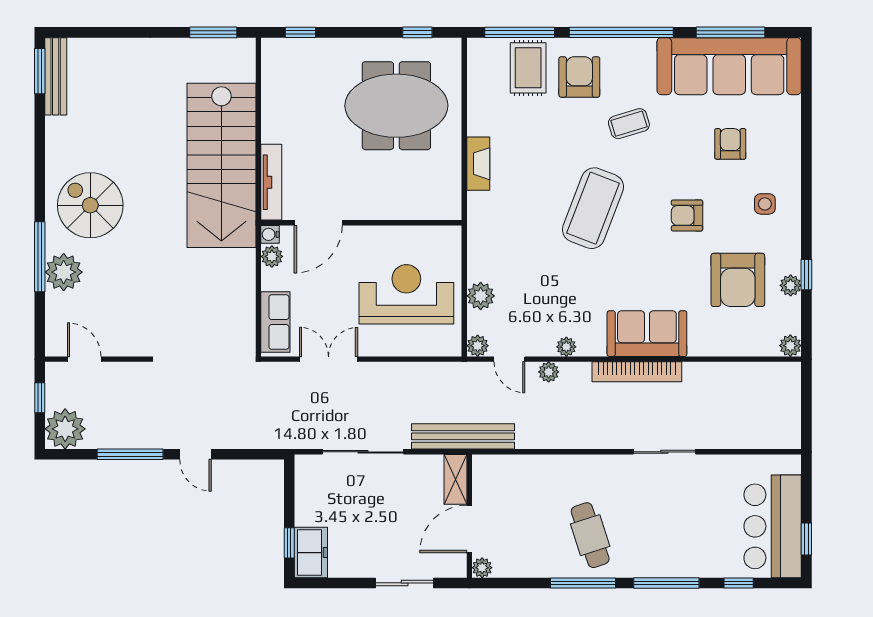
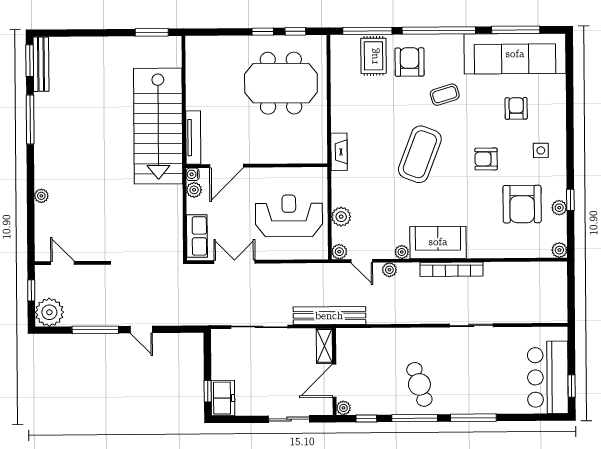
window: (300, 32) -> (263, 32), moved
fireplace: (478, 164) -> (339, 152), moved
spiral stairs: (90, 205) -> (66, 155), removed
window: (40, 257) -> (30, 120), moved
plant: (64, 272) -> (41, 196), width x0.53, depth x0.53
sofa: (647, 334) -> (438, 242), moved
window: (739, 583) -> (366, 418), moved

